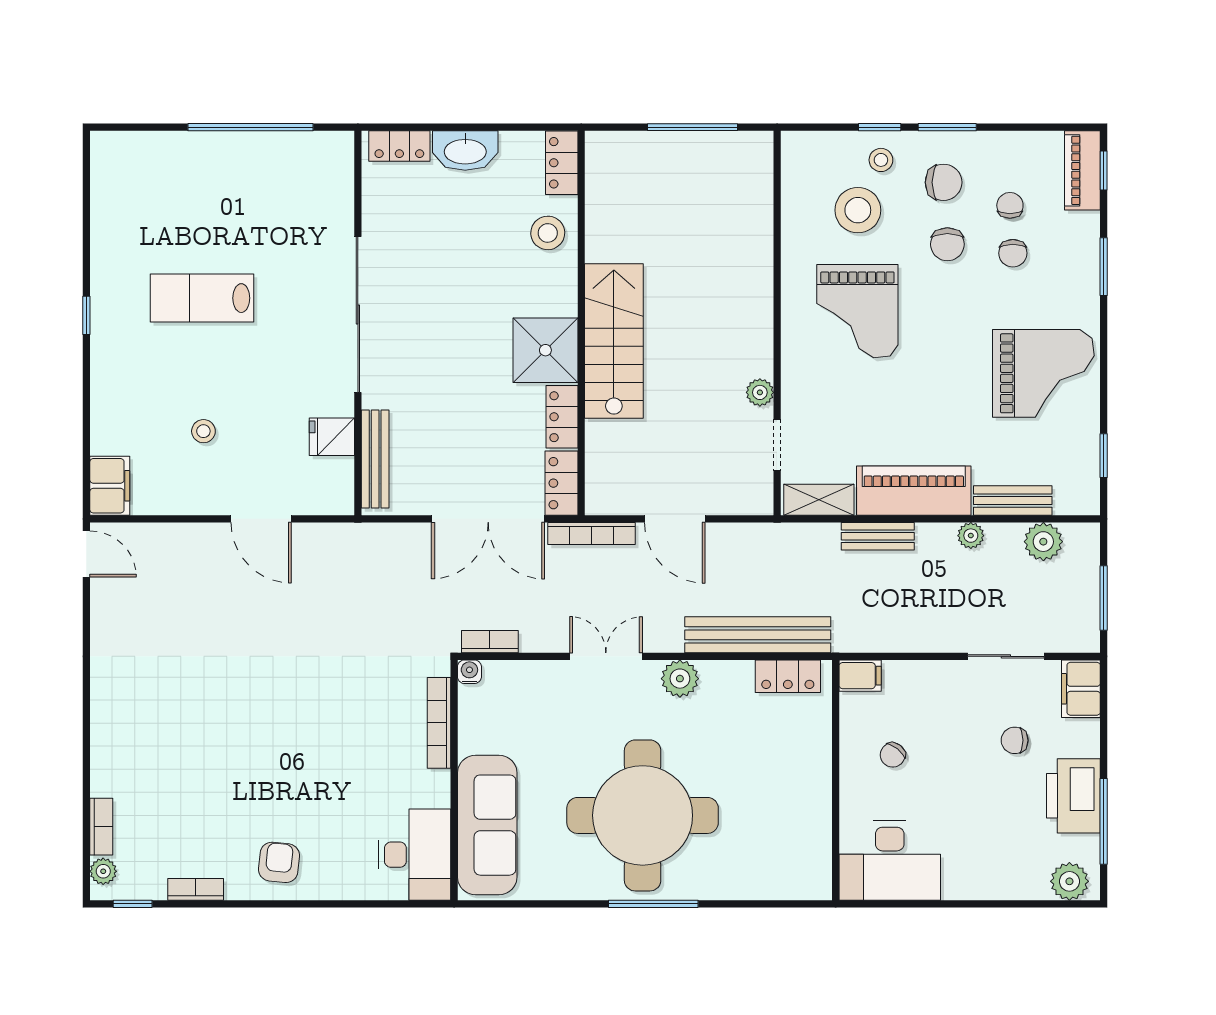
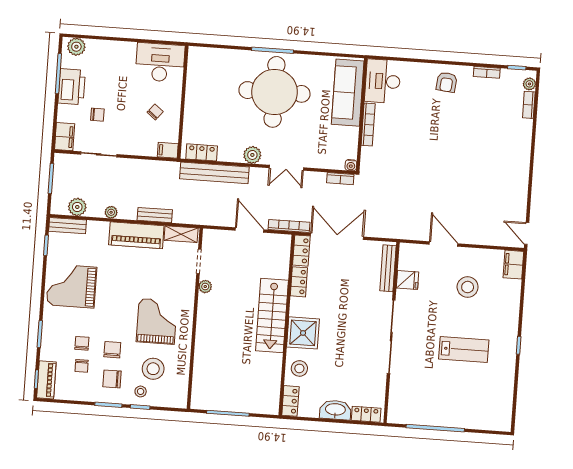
shower: (545, 350) -> (303, 333), moved
stool: (203, 431) -> (468, 287), width x1.89, depth x1.89
bench: (1013, 501) -> (68, 226), moved
bookcase: (439, 723) -> (368, 124), moved

